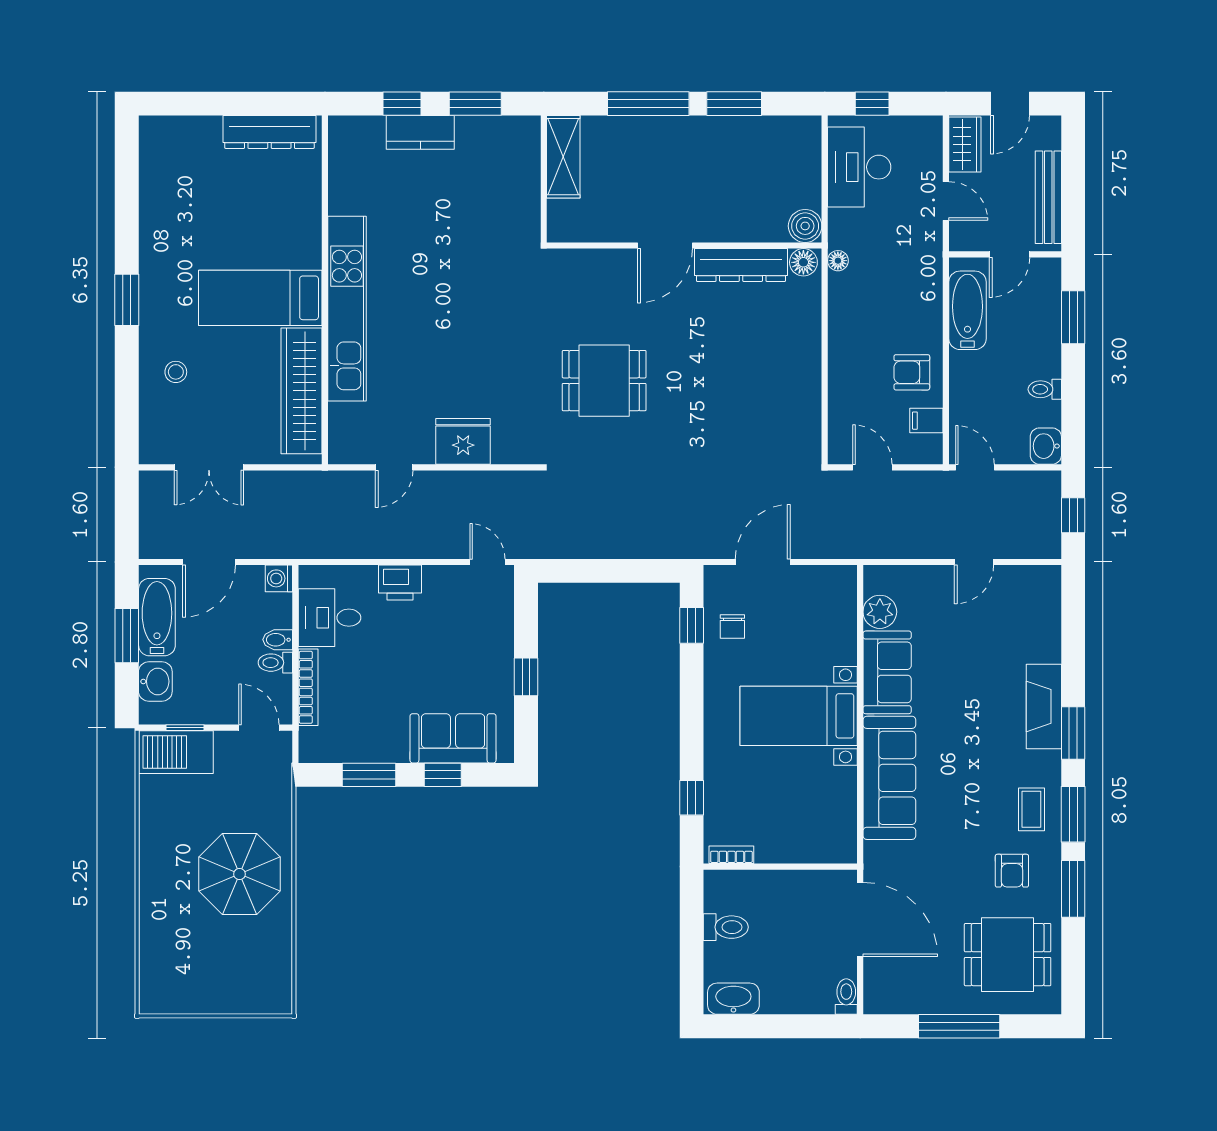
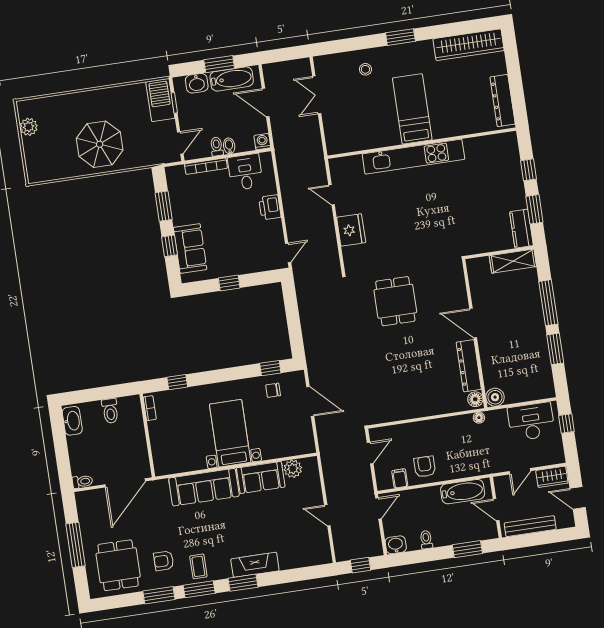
kitchen counter: (420, 132) -> (521, 229), moved
wardrobe: (302, 391) -> (469, 45), moved, turned 180
coffee table: (1031, 809) -> (198, 566), turned 90
plant: (189, 998) -> (29, 127), added

